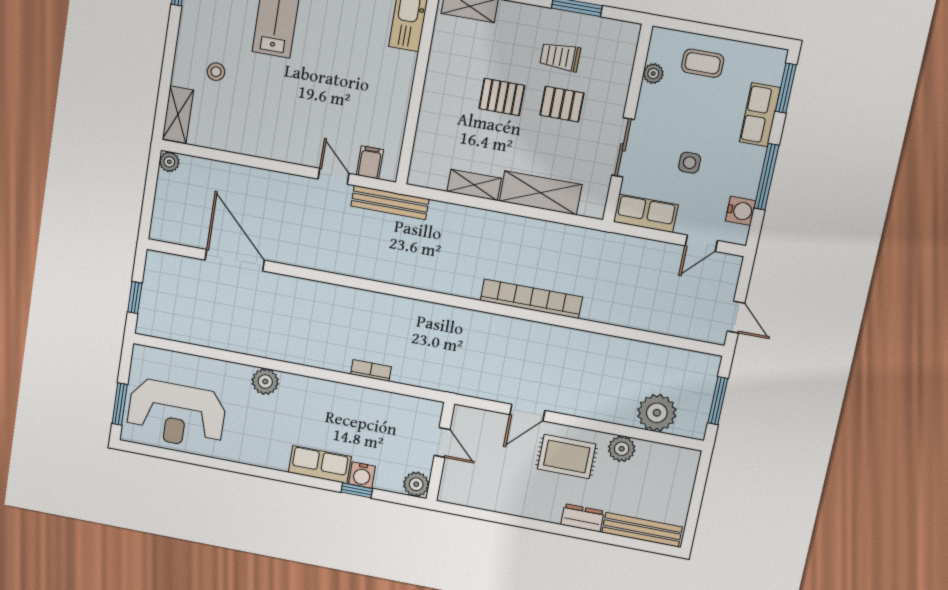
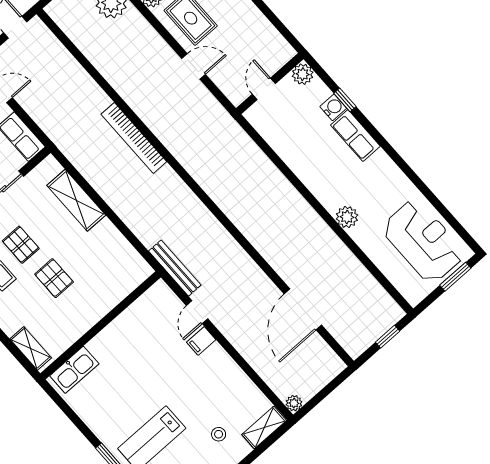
filing cabinet: (370, 162) -> (201, 341), moved
shelving: (474, 185) -> (114, 238), removed
bookcase: (371, 370) -> (272, 171), removed

